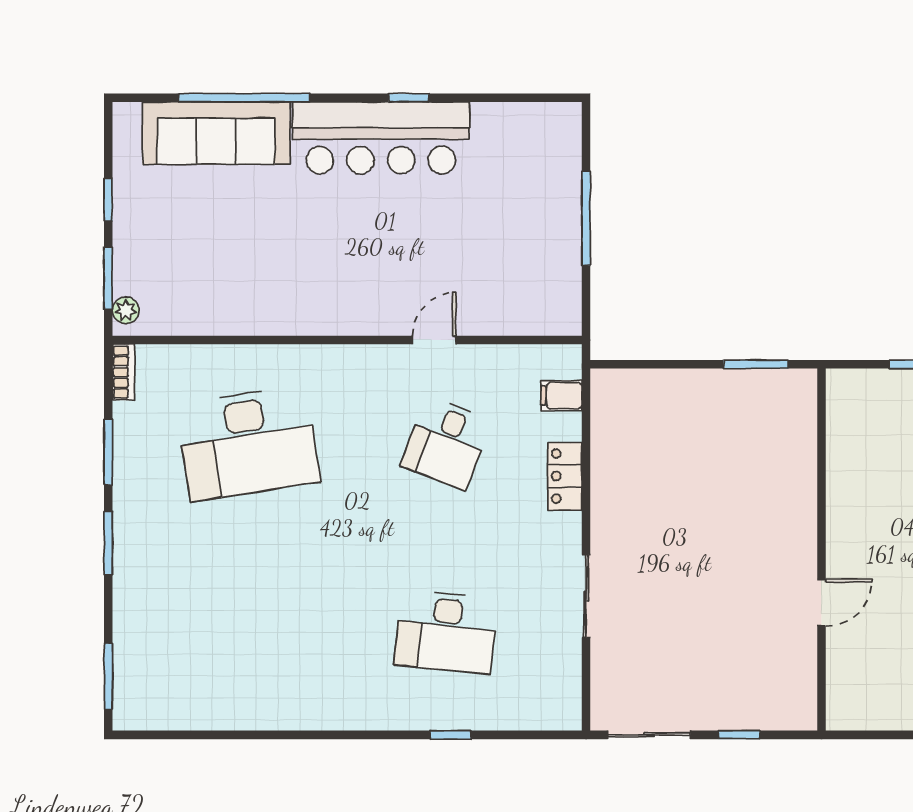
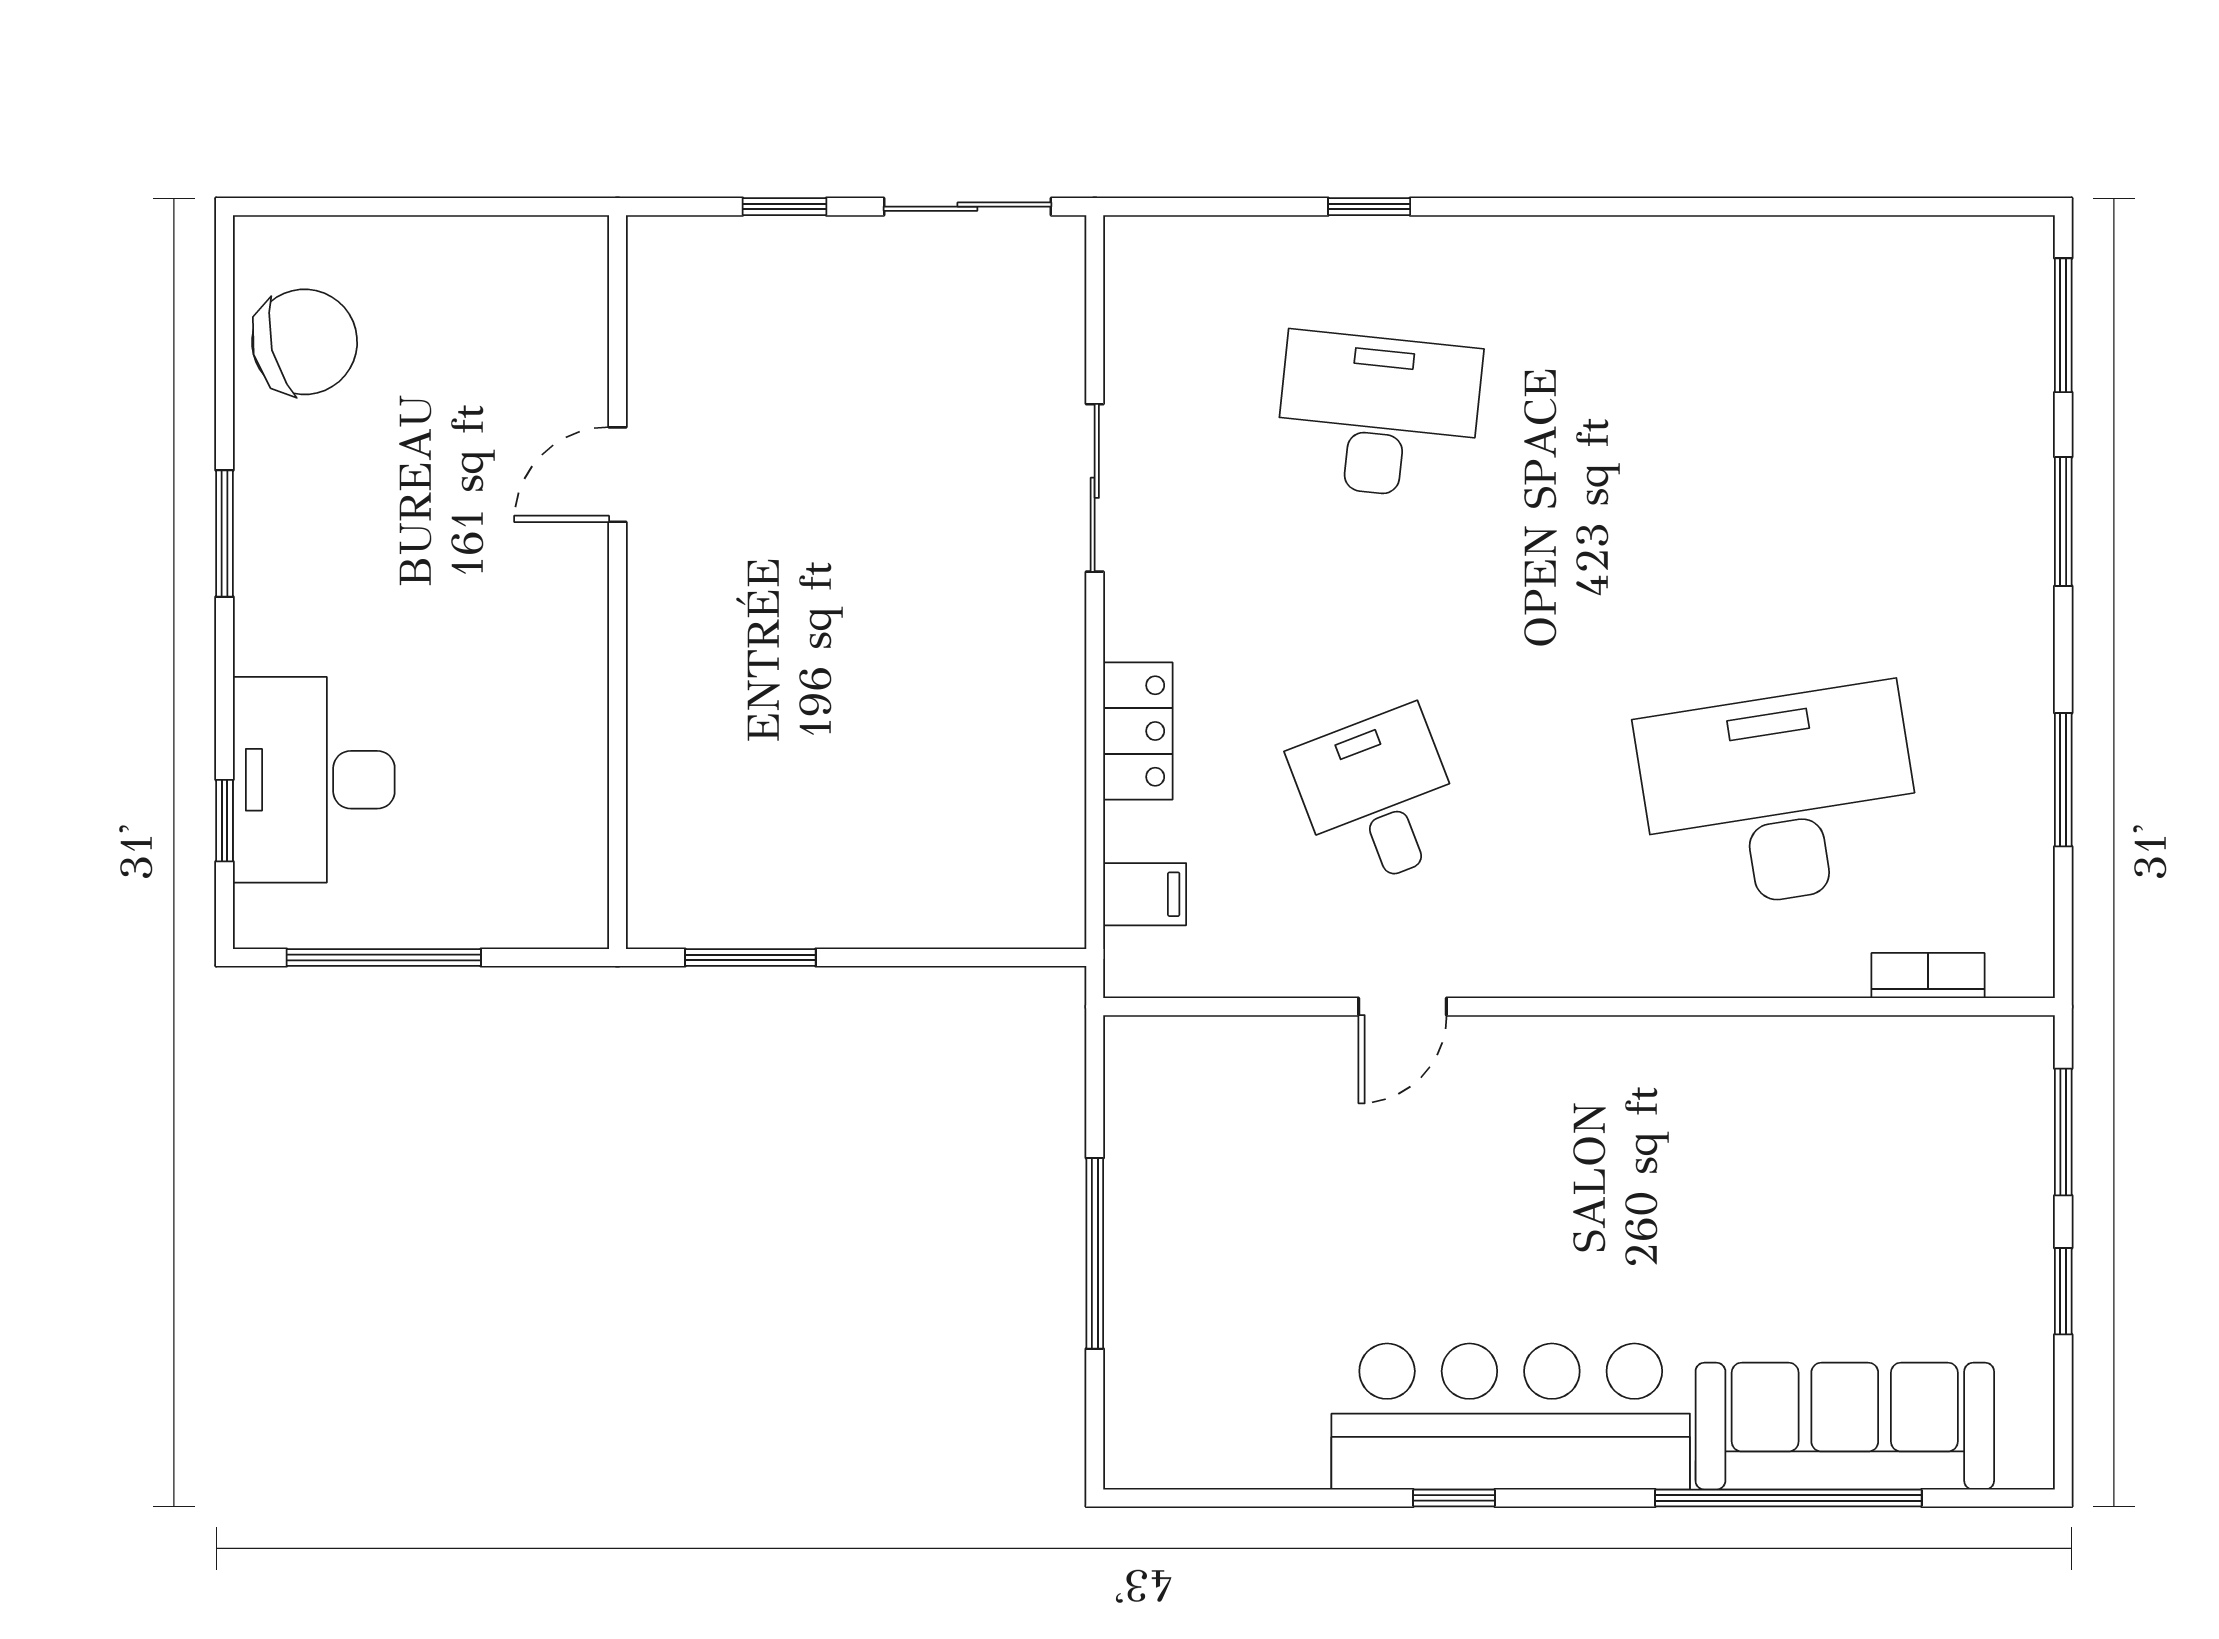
plant: (126, 310) -> (2028, 1067), removed
bookcase: (123, 372) -> (1928, 976), moved, turned 90
desk: (446, 443) -> (1378, 798), turned -42
window: (108, 543) -> (2063, 522), moved

